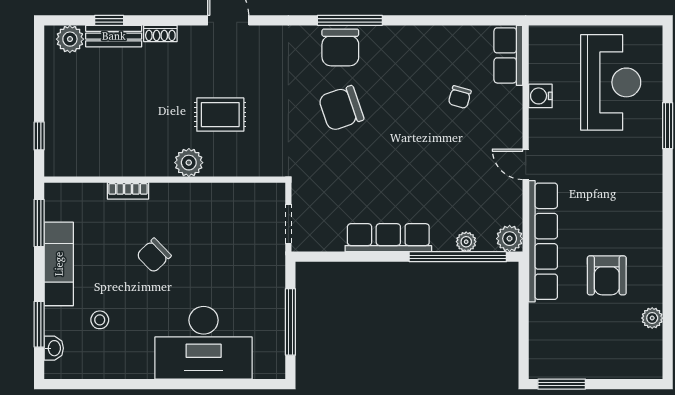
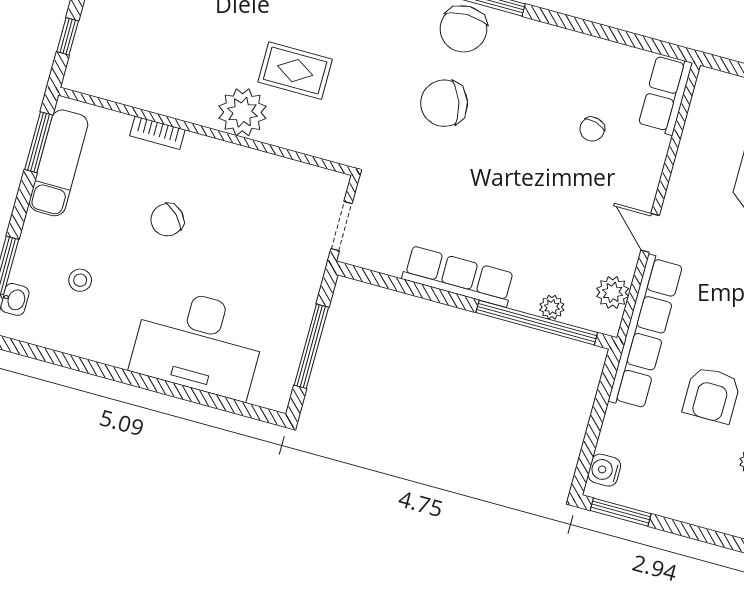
water cooler: (540, 96) -> (604, 470), moved
plant: (189, 163) -> (242, 112), width x1.36, depth x1.36
plant: (510, 239) -> (613, 292), moved
exam couch: (59, 264) -> (59, 163), moved

